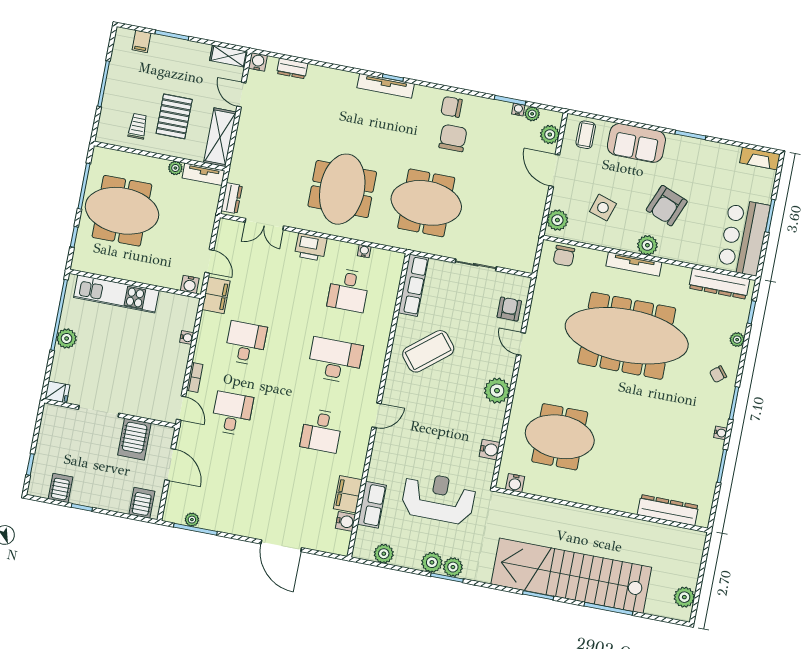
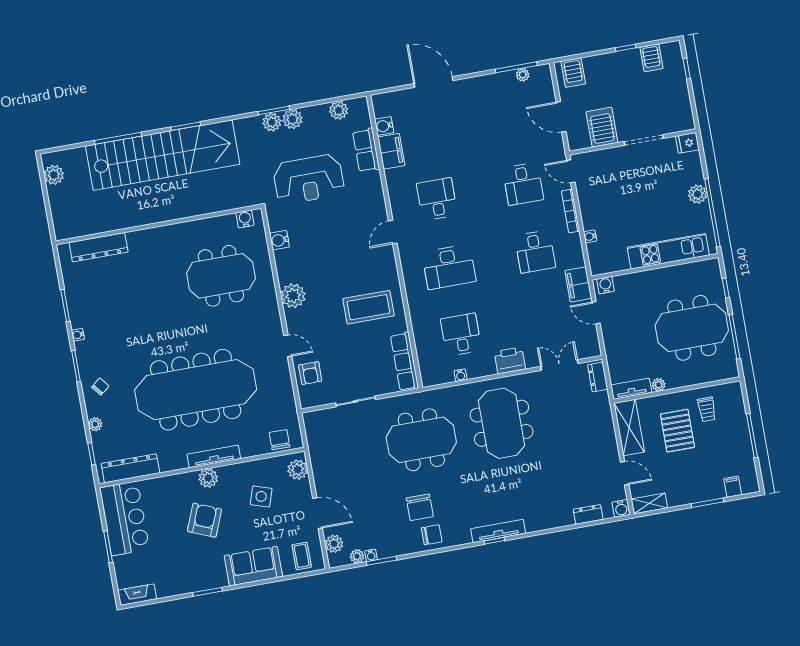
coffee table: (428, 351) -> (368, 307), turned 39
bookcase: (195, 377) -> (571, 211), width x1.56

